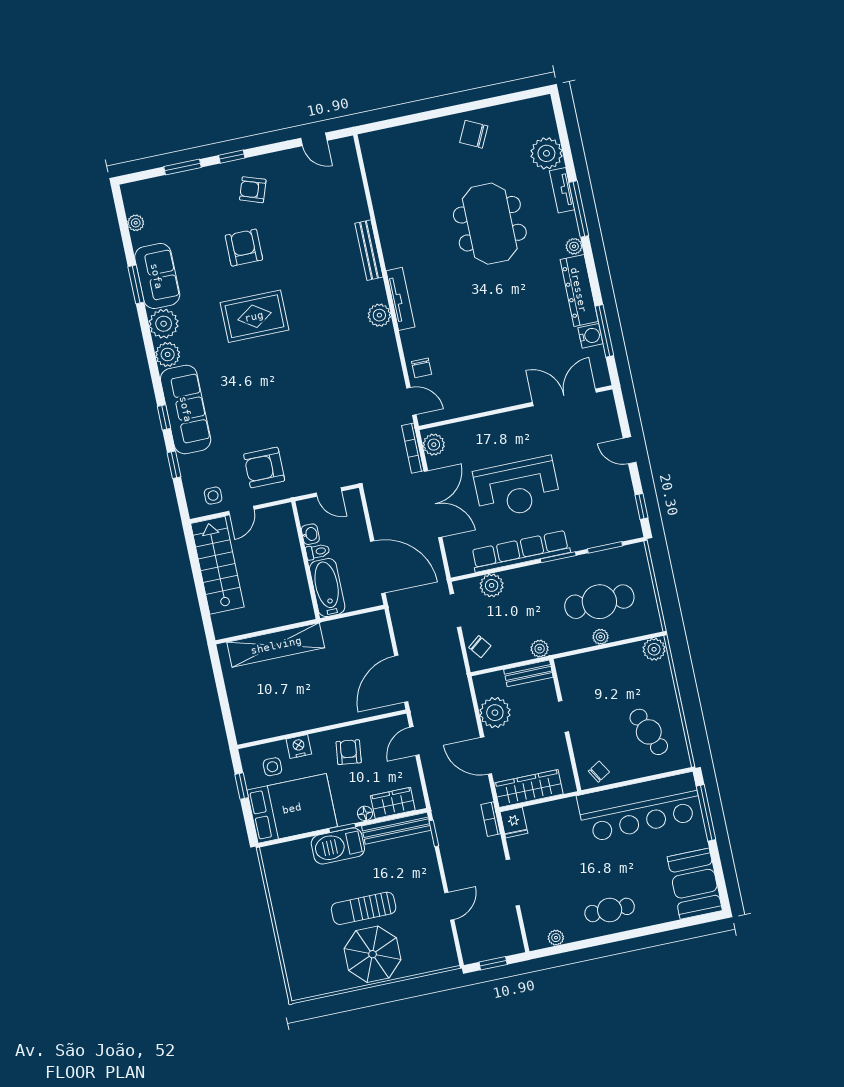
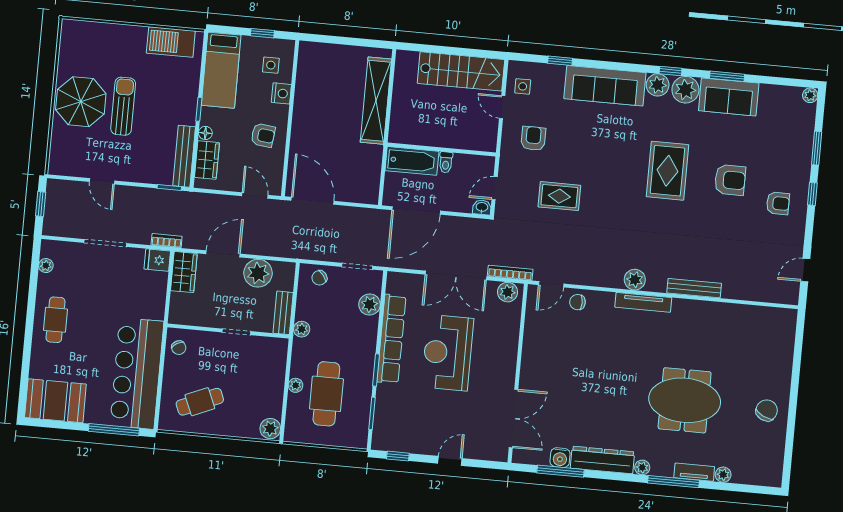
plant: (546, 153) -> (723, 475), width x0.53, depth x0.53
armchair: (253, 190) -> (778, 203), turned 71
plant: (136, 223) -> (810, 95), moved
window: (164, 417) -> (671, 71), moved
rug: (316, 421) -> (559, 196), added
armchair: (264, 467) -> (533, 138), width x0.72, depth x0.72
washbasin: (310, 534) -> (482, 207), moved, turned 180
wardrobe: (529, 789) -> (184, 272), width x0.67
bed: (292, 808) -> (221, 70), width x0.67
barbecue: (338, 846) -> (171, 42), moved, turned -90

